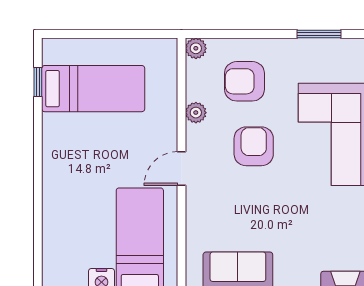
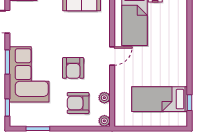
armchair: (244, 81) -> (78, 103), turned 180
plant: (196, 113) -> (104, 98), moved

